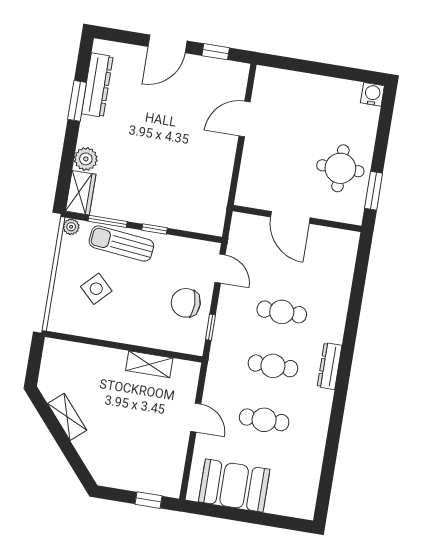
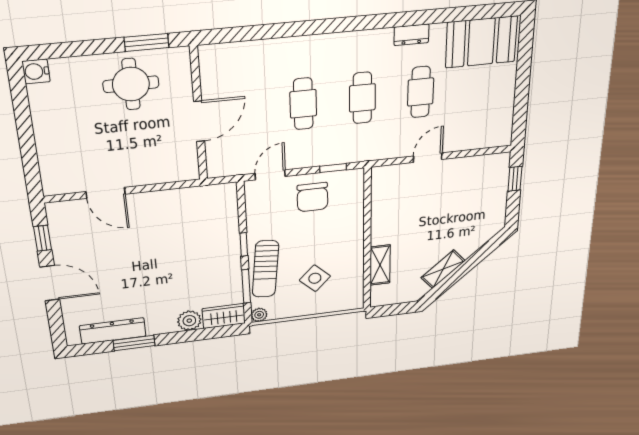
shelving: (149, 364) -> (380, 265), moved
dresser: (330, 366) -> (411, 35), moved, width x0.70
booth: (234, 486) -> (481, 42), moved, turned 90

